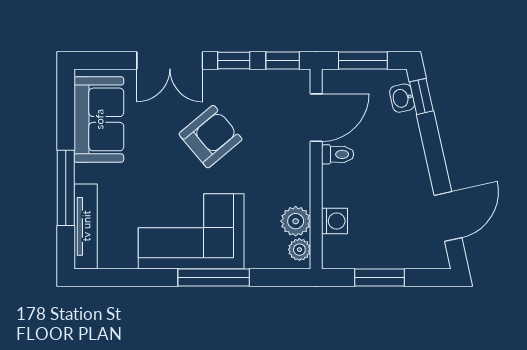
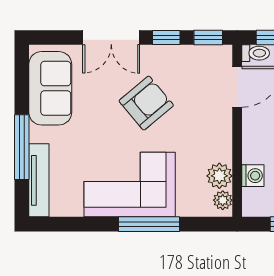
toilet: (338, 154) -> (256, 53), moved

